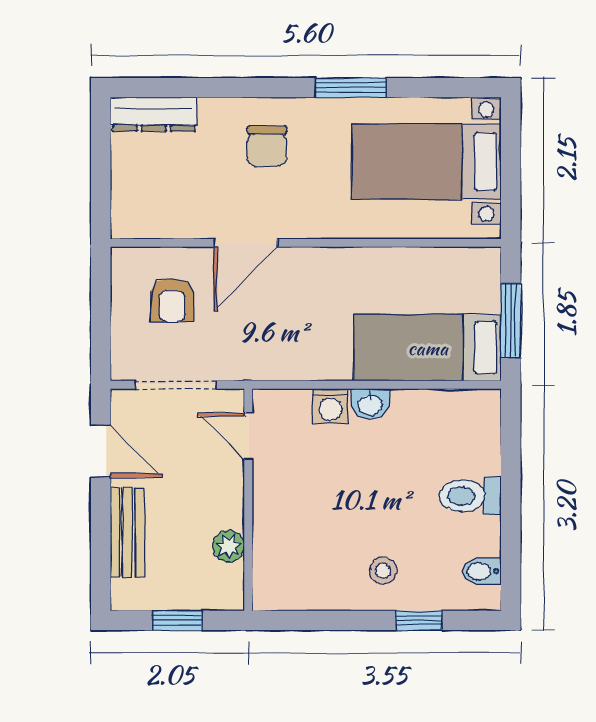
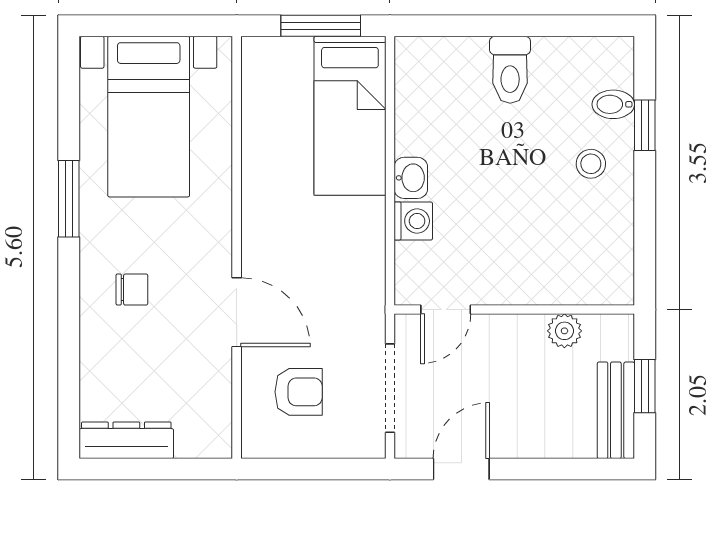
dresser: (154, 114) -> (126, 440), moved, turned -90
chair: (267, 146) -> (132, 290), width x0.73, depth x0.73
bench: (127, 533) -> (616, 410), moved, turned 90
bidet: (482, 571) -> (613, 104), moved, turned 90

